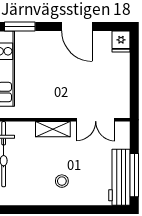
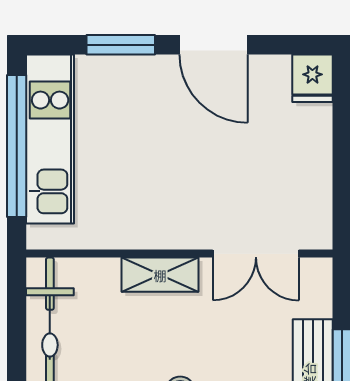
window: (20, 27) -> (121, 45), moved

